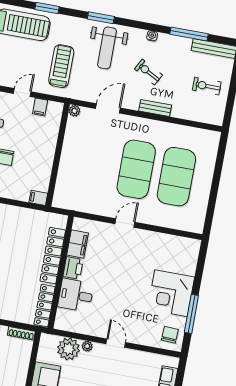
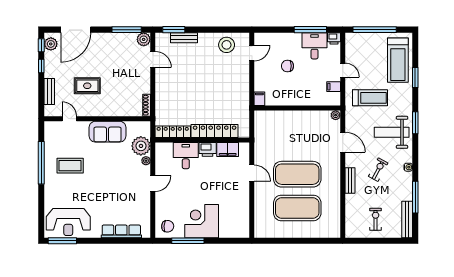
filing cabinet: (78, 244) -> (228, 149), moved
locker: (53, 256) -> (215, 131), moved
printer: (73, 268) -> (208, 149), moved
wall: (61, 272) -> (202, 140), moved
desk: (76, 295) -> (186, 156), moved
locker: (45, 306) -> (173, 132), moved

